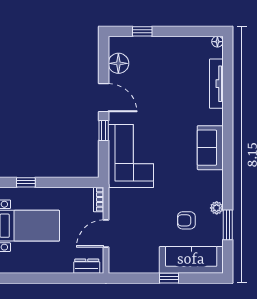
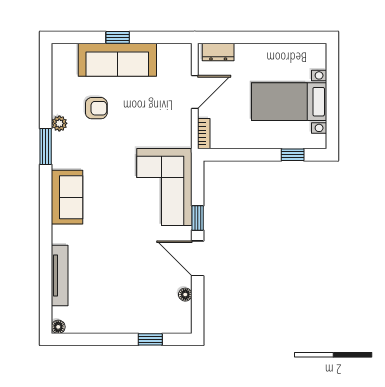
floor lamp: (118, 63) -> (185, 295), width x0.53, depth x0.53
window: (228, 225) -> (46, 146), moved
sofa: (191, 260) -> (117, 60), moved

